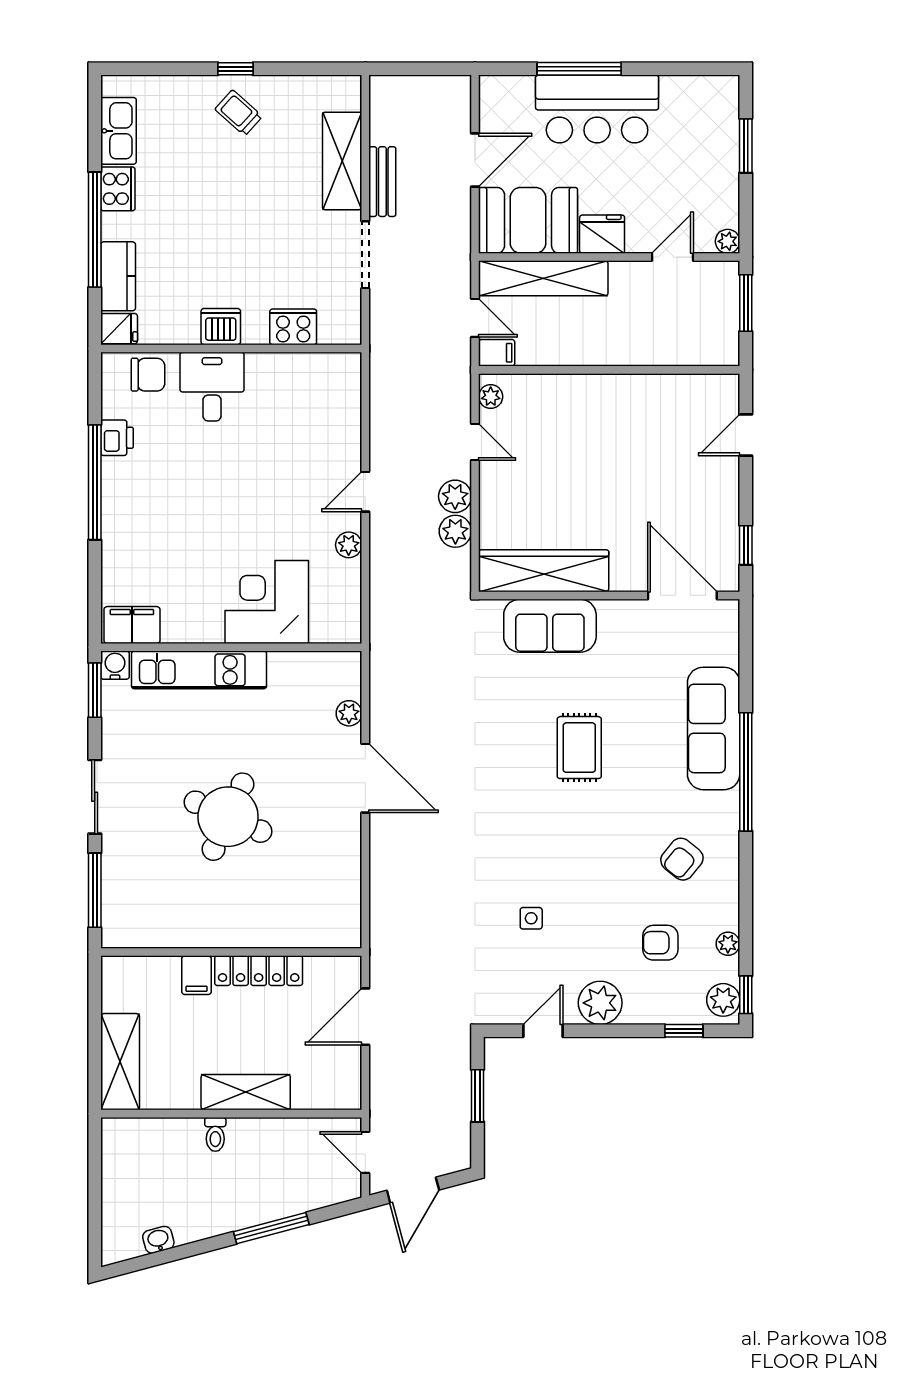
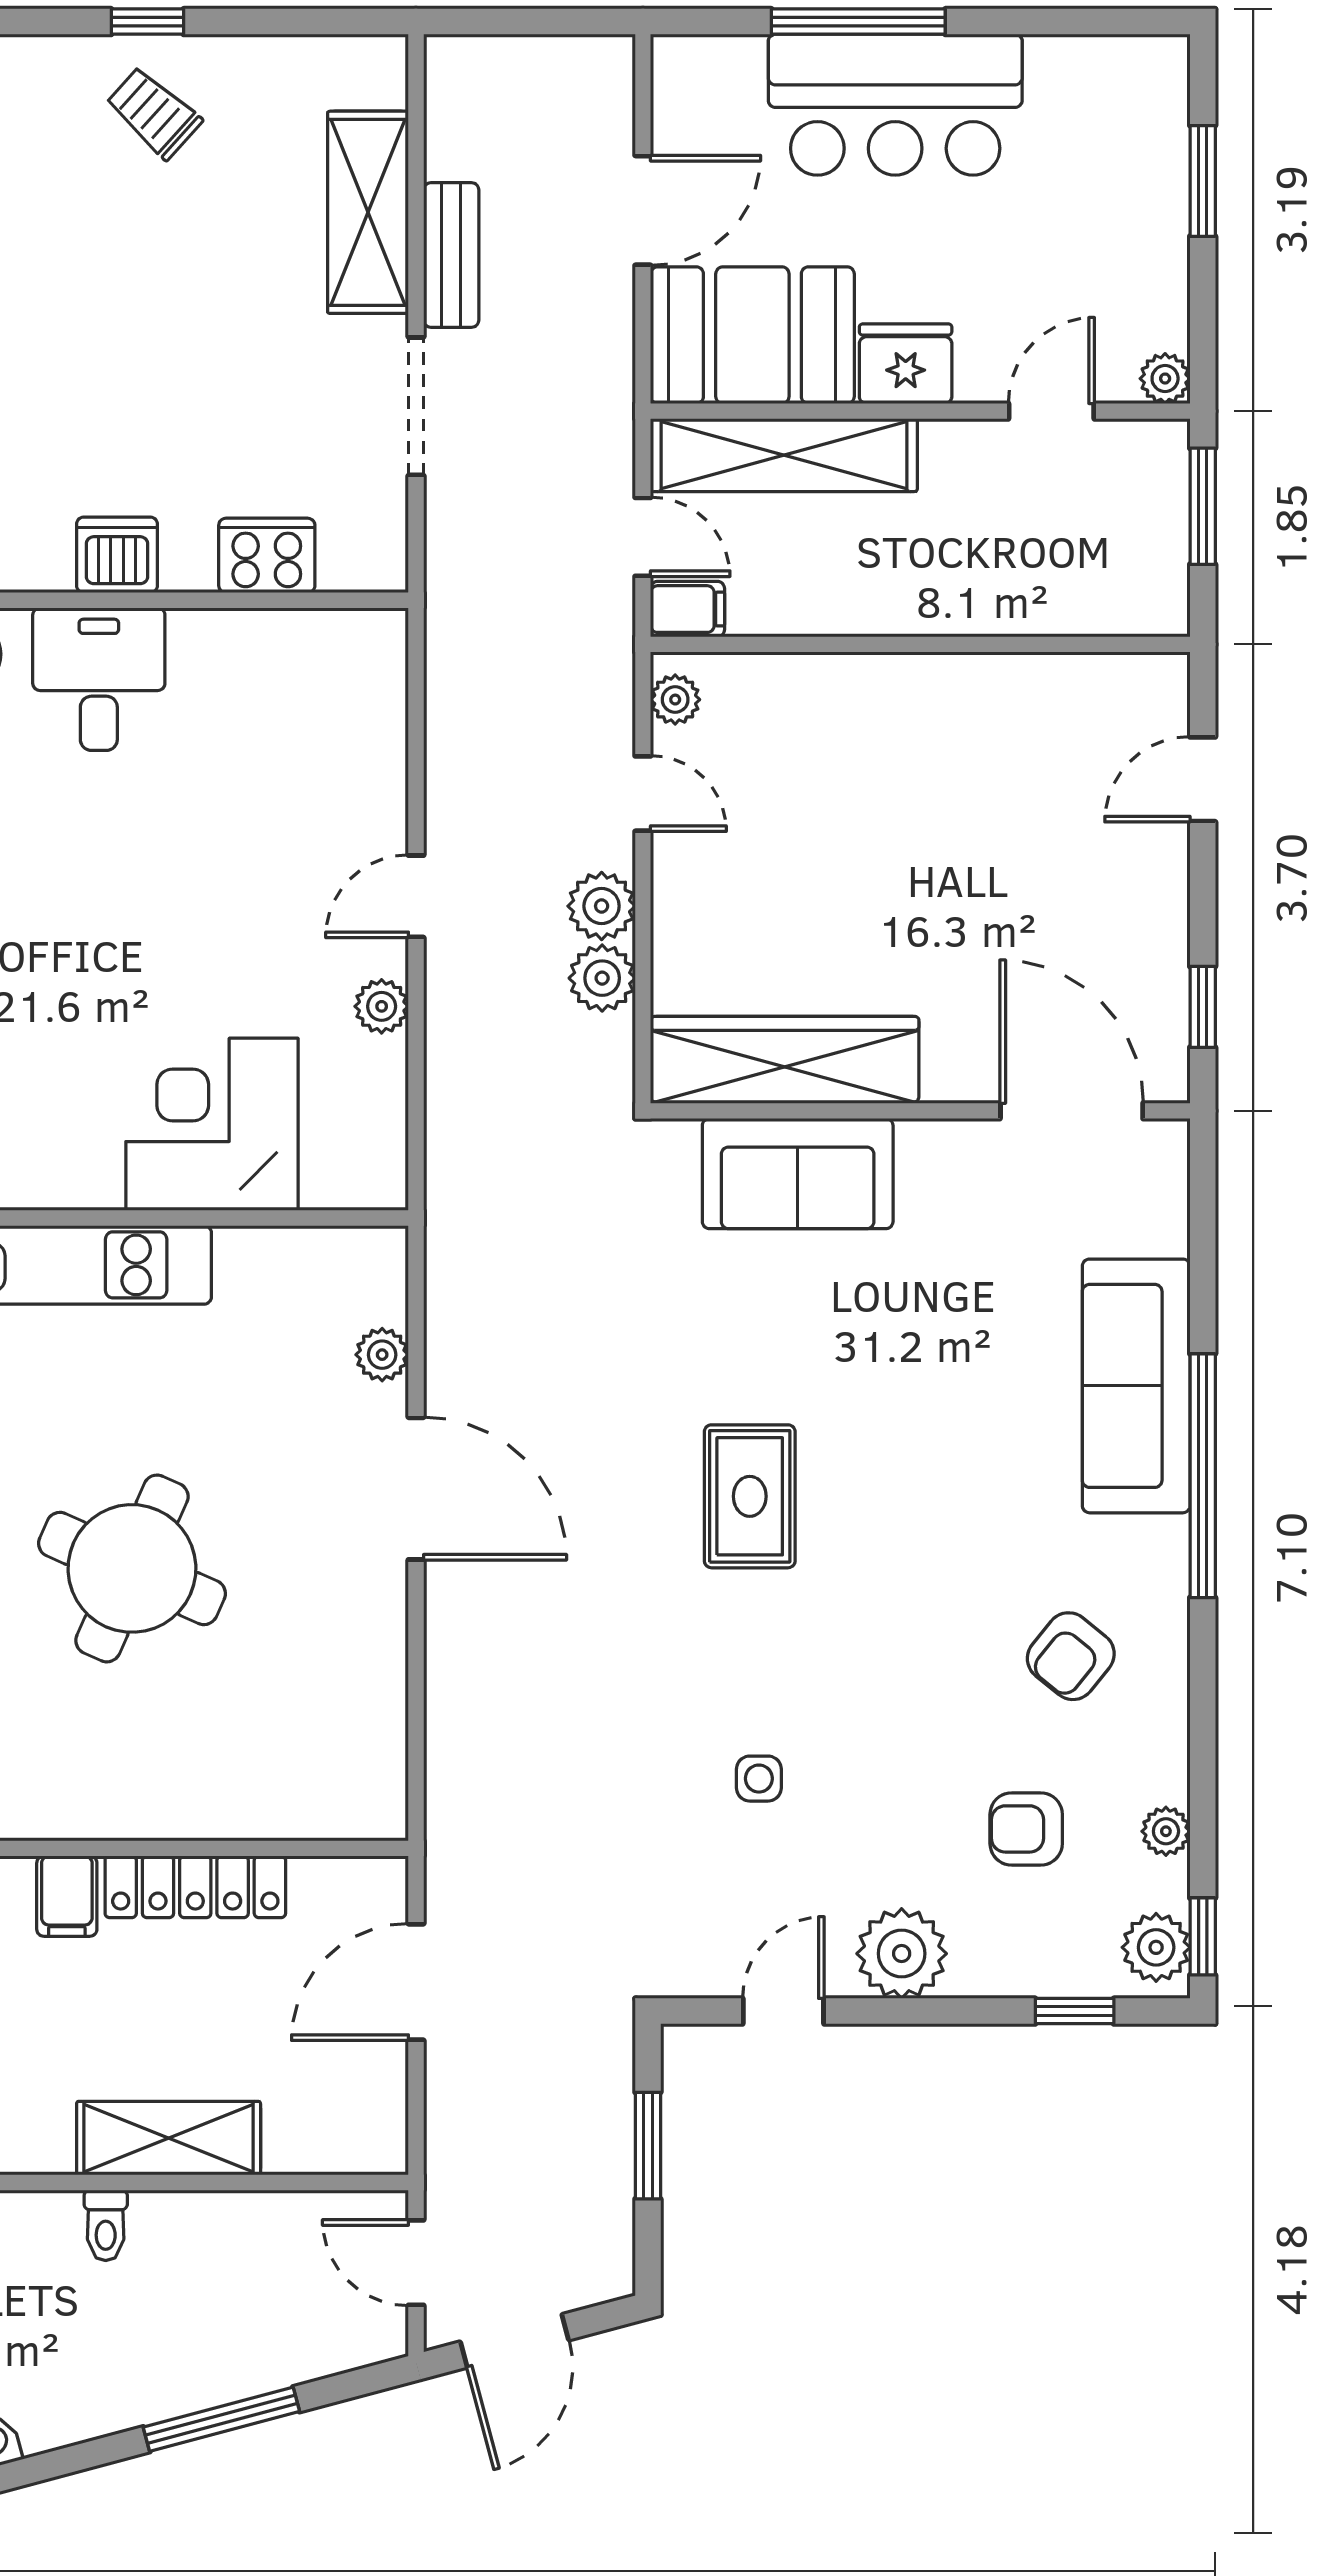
rug: (579, 748) -> (750, 1496), moved

